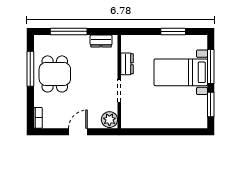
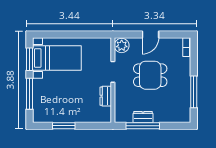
window: (69, 31) -> (143, 126), moved
dresser: (101, 41) -> (143, 117), moved
bed with nightstands: (181, 72) -> (57, 58), moved
dining table: (55, 74) -> (150, 75), moved, turned 90

